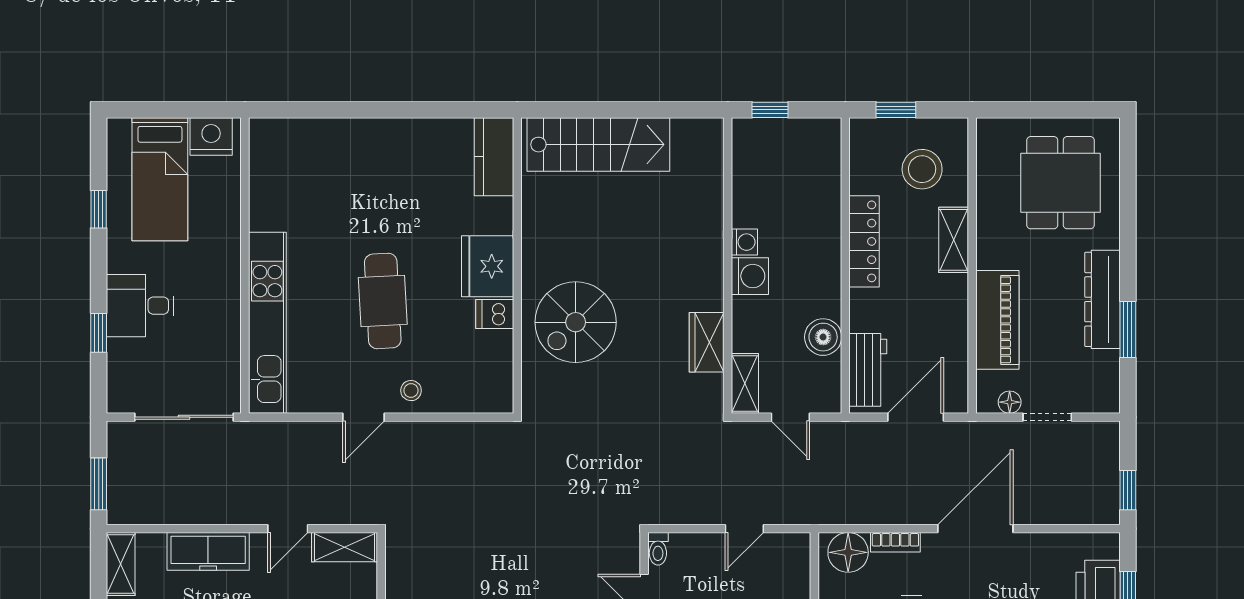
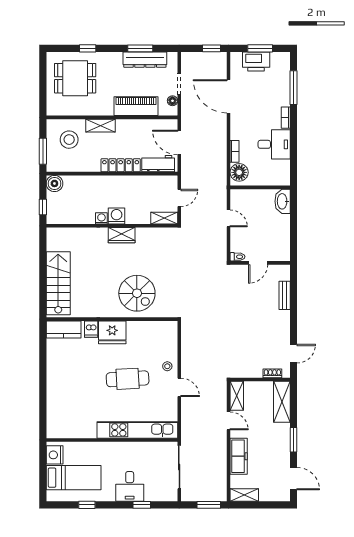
window: (896, 110) -> (43, 151), width x1.50
window: (1128, 211) -> (88, 48), added
locker: (864, 241) -> (121, 165), moved
dresser: (1103, 299) -> (145, 60), moved
dishwasher: (495, 314) -> (91, 329), moved
boiler: (823, 337) -> (54, 183), moved
wardrobe: (707, 342) -> (122, 235), moved
door: (975, 529) -> (229, 96), moved

